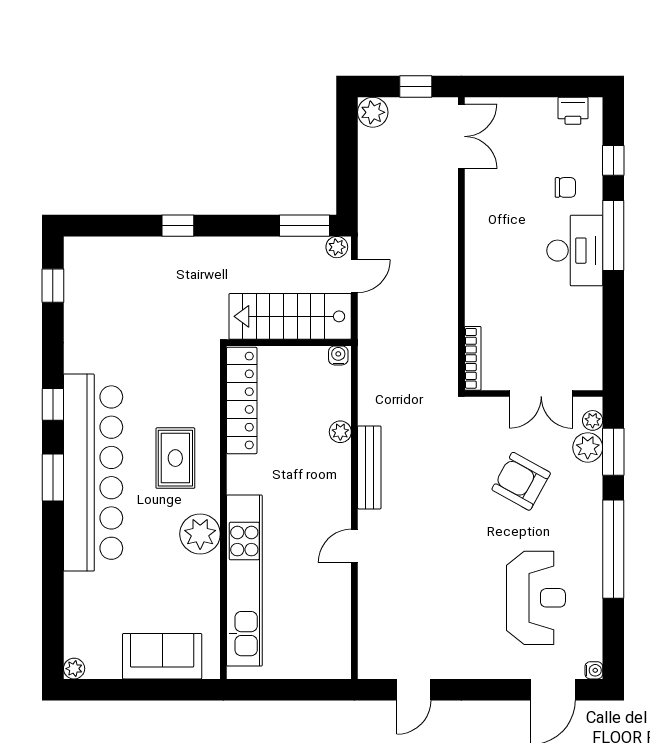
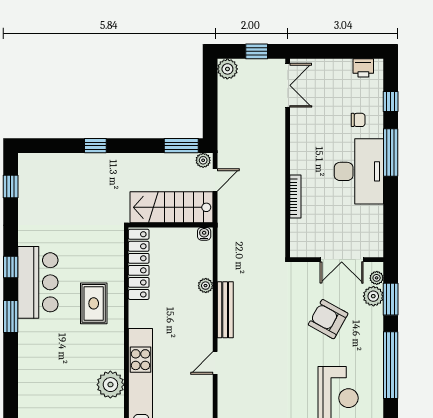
desk: (575, 251) -> (359, 171), width x1.36, depth x1.30
bookcase: (473, 358) -> (295, 197), moved
bar counter: (93, 473) -> (38, 282), width x0.54
plant: (200, 534) -> (110, 385), moved

